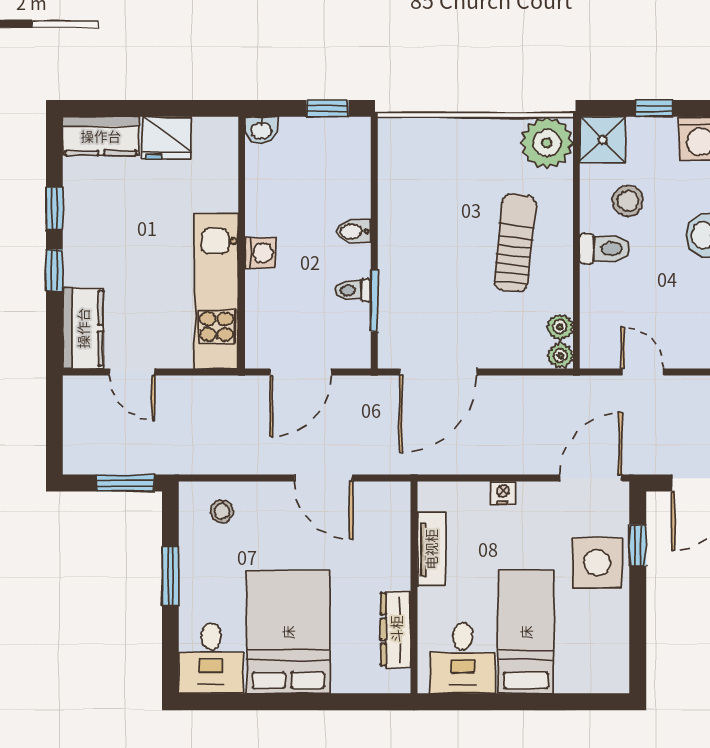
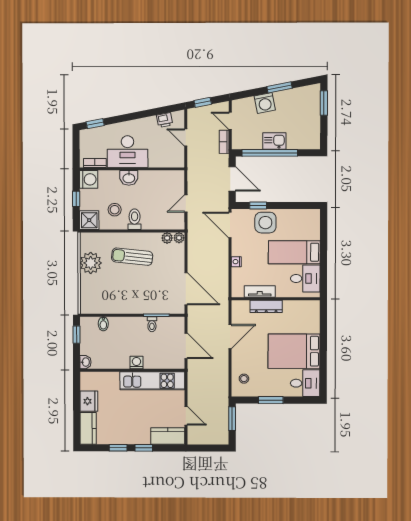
plant: (547, 143) -> (91, 263), moved
bidet: (354, 231) -> (103, 324), moved
door: (132, 372) -> (186, 416), hinge flipped
dresser: (396, 629) -> (266, 306), moved

